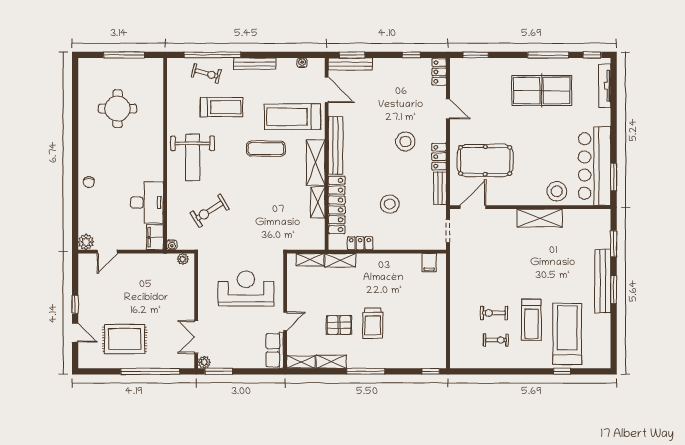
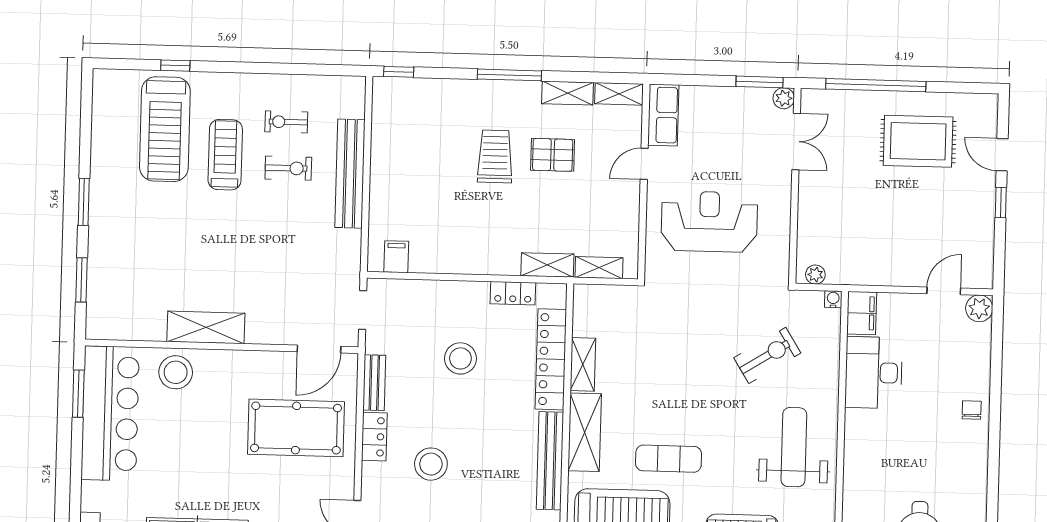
bench: (603, 281) -> (350, 174), moved
reception desk: (246, 288) -> (709, 222), turned 180

